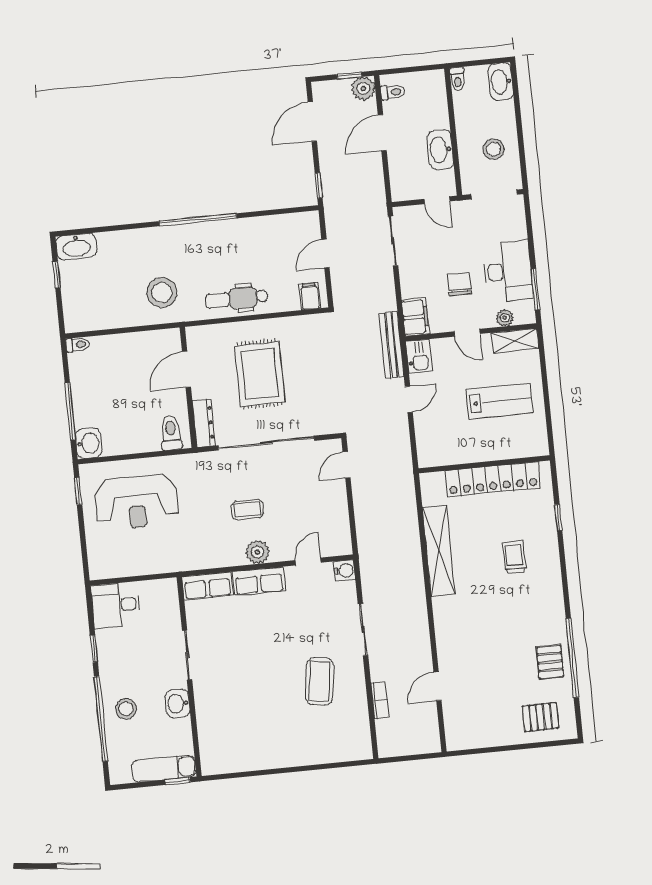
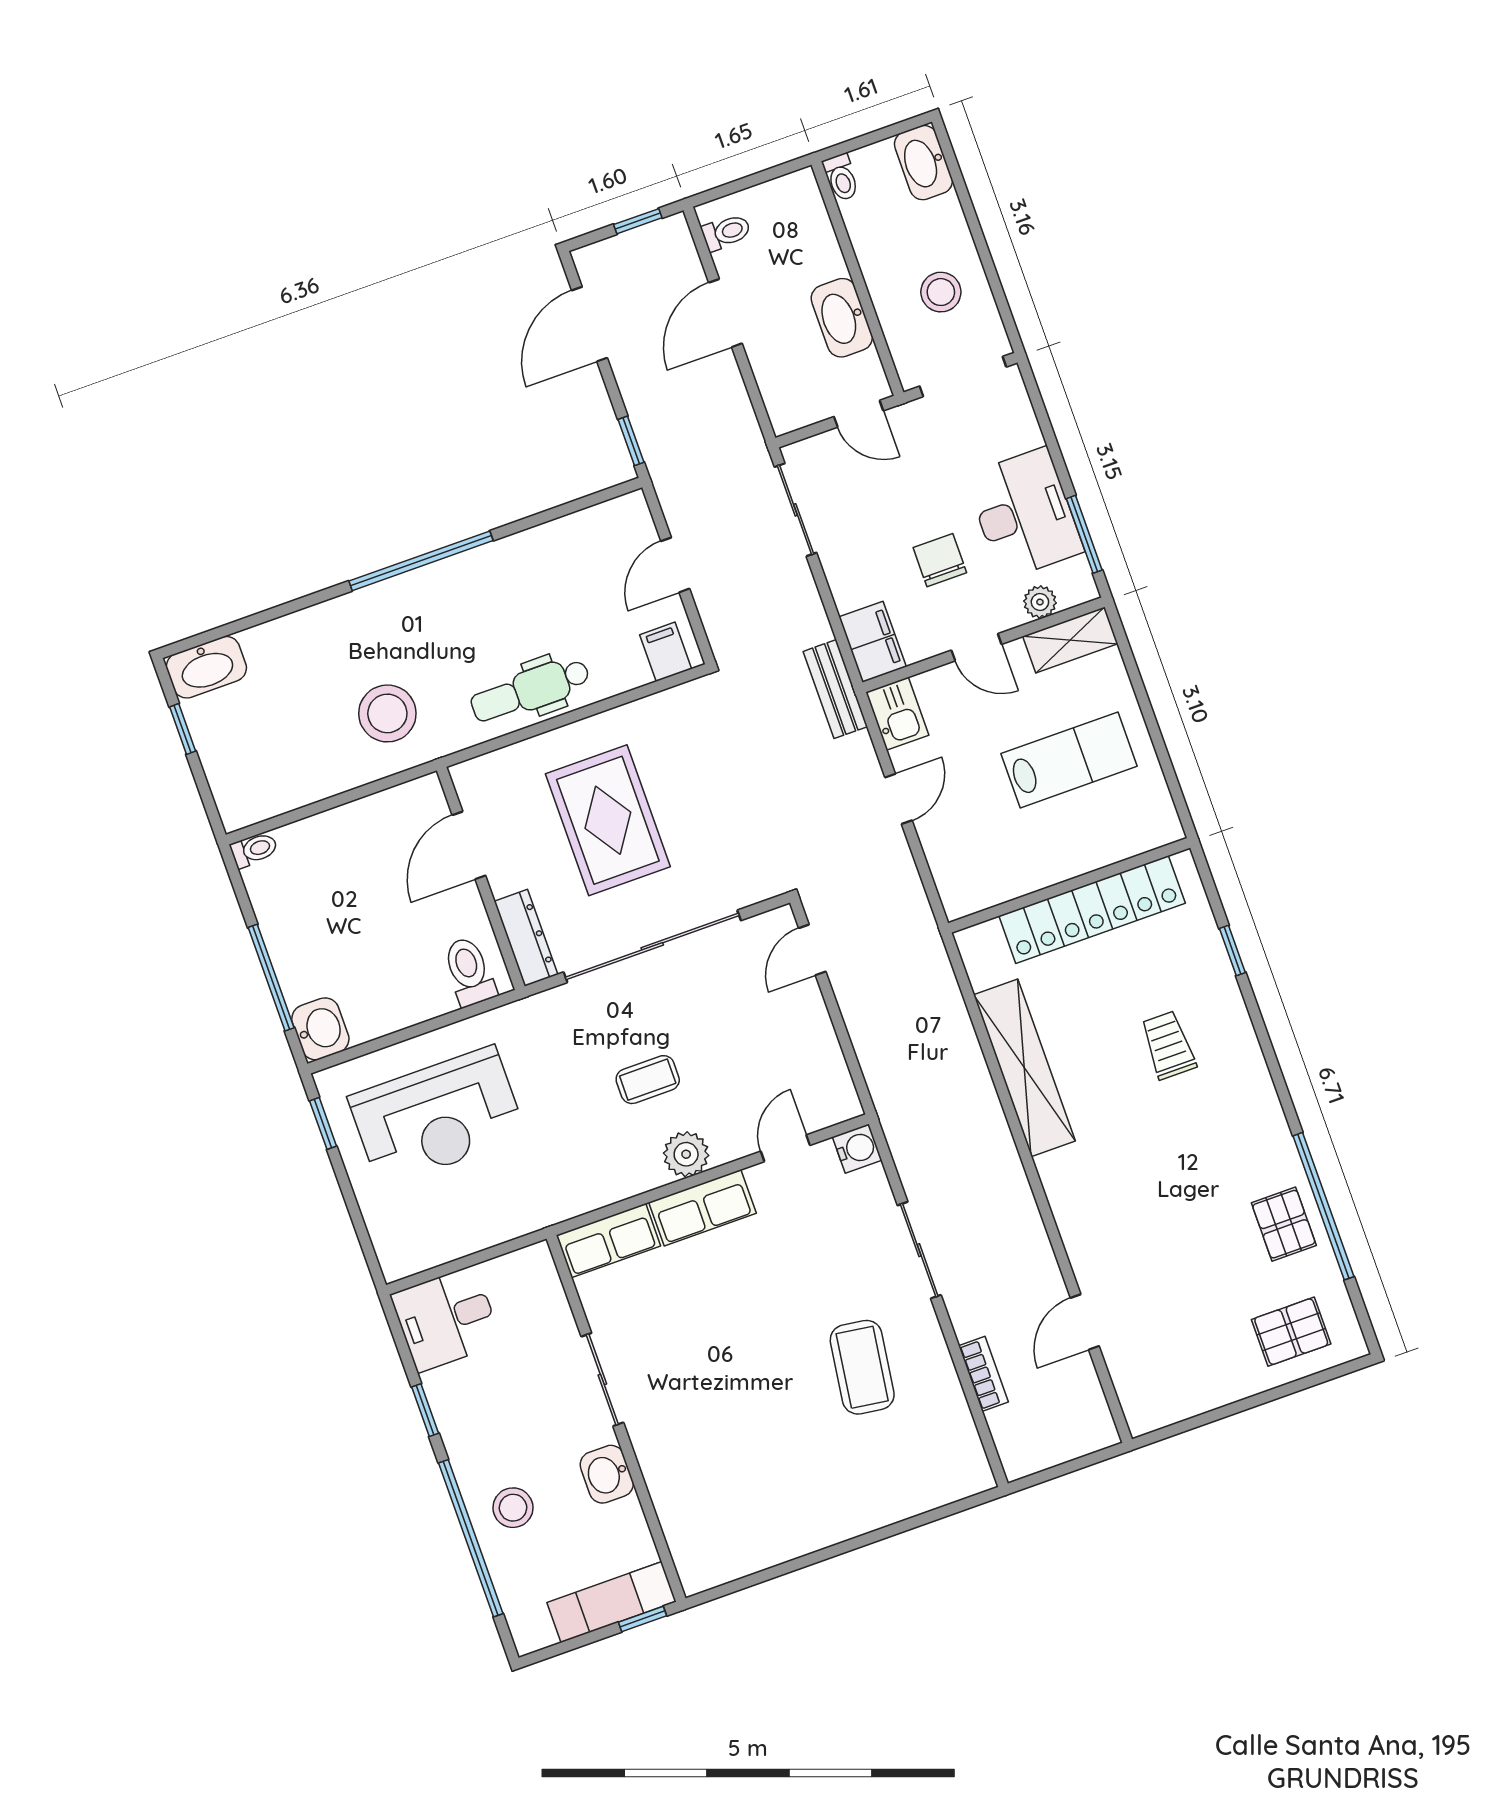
plant: (363, 89) -> (670, 239), removed
bench: (392, 345) -> (835, 689), width x0.73

